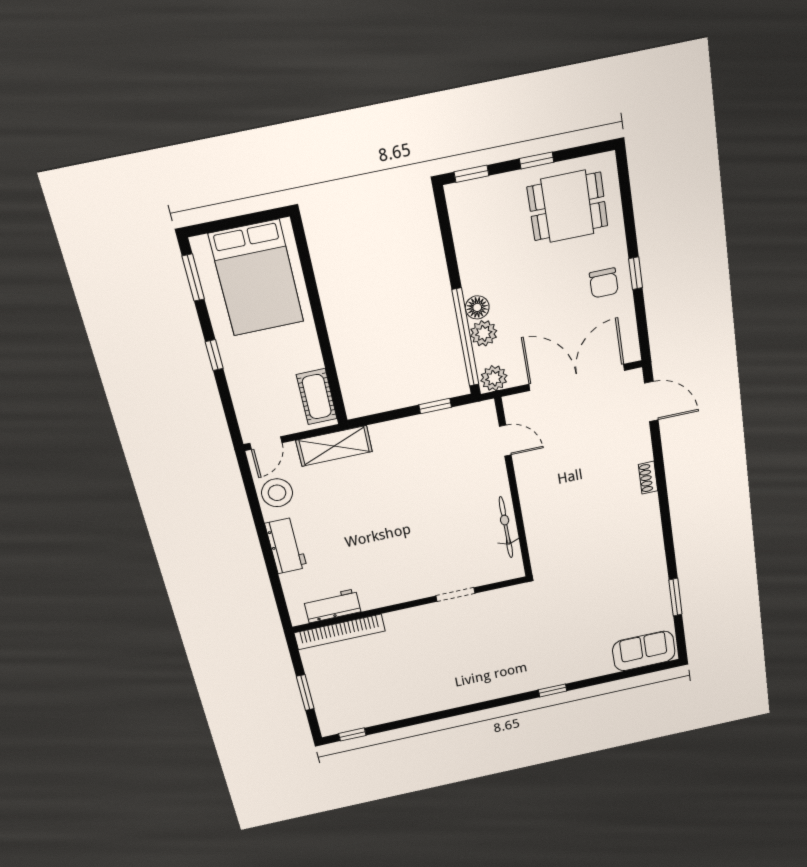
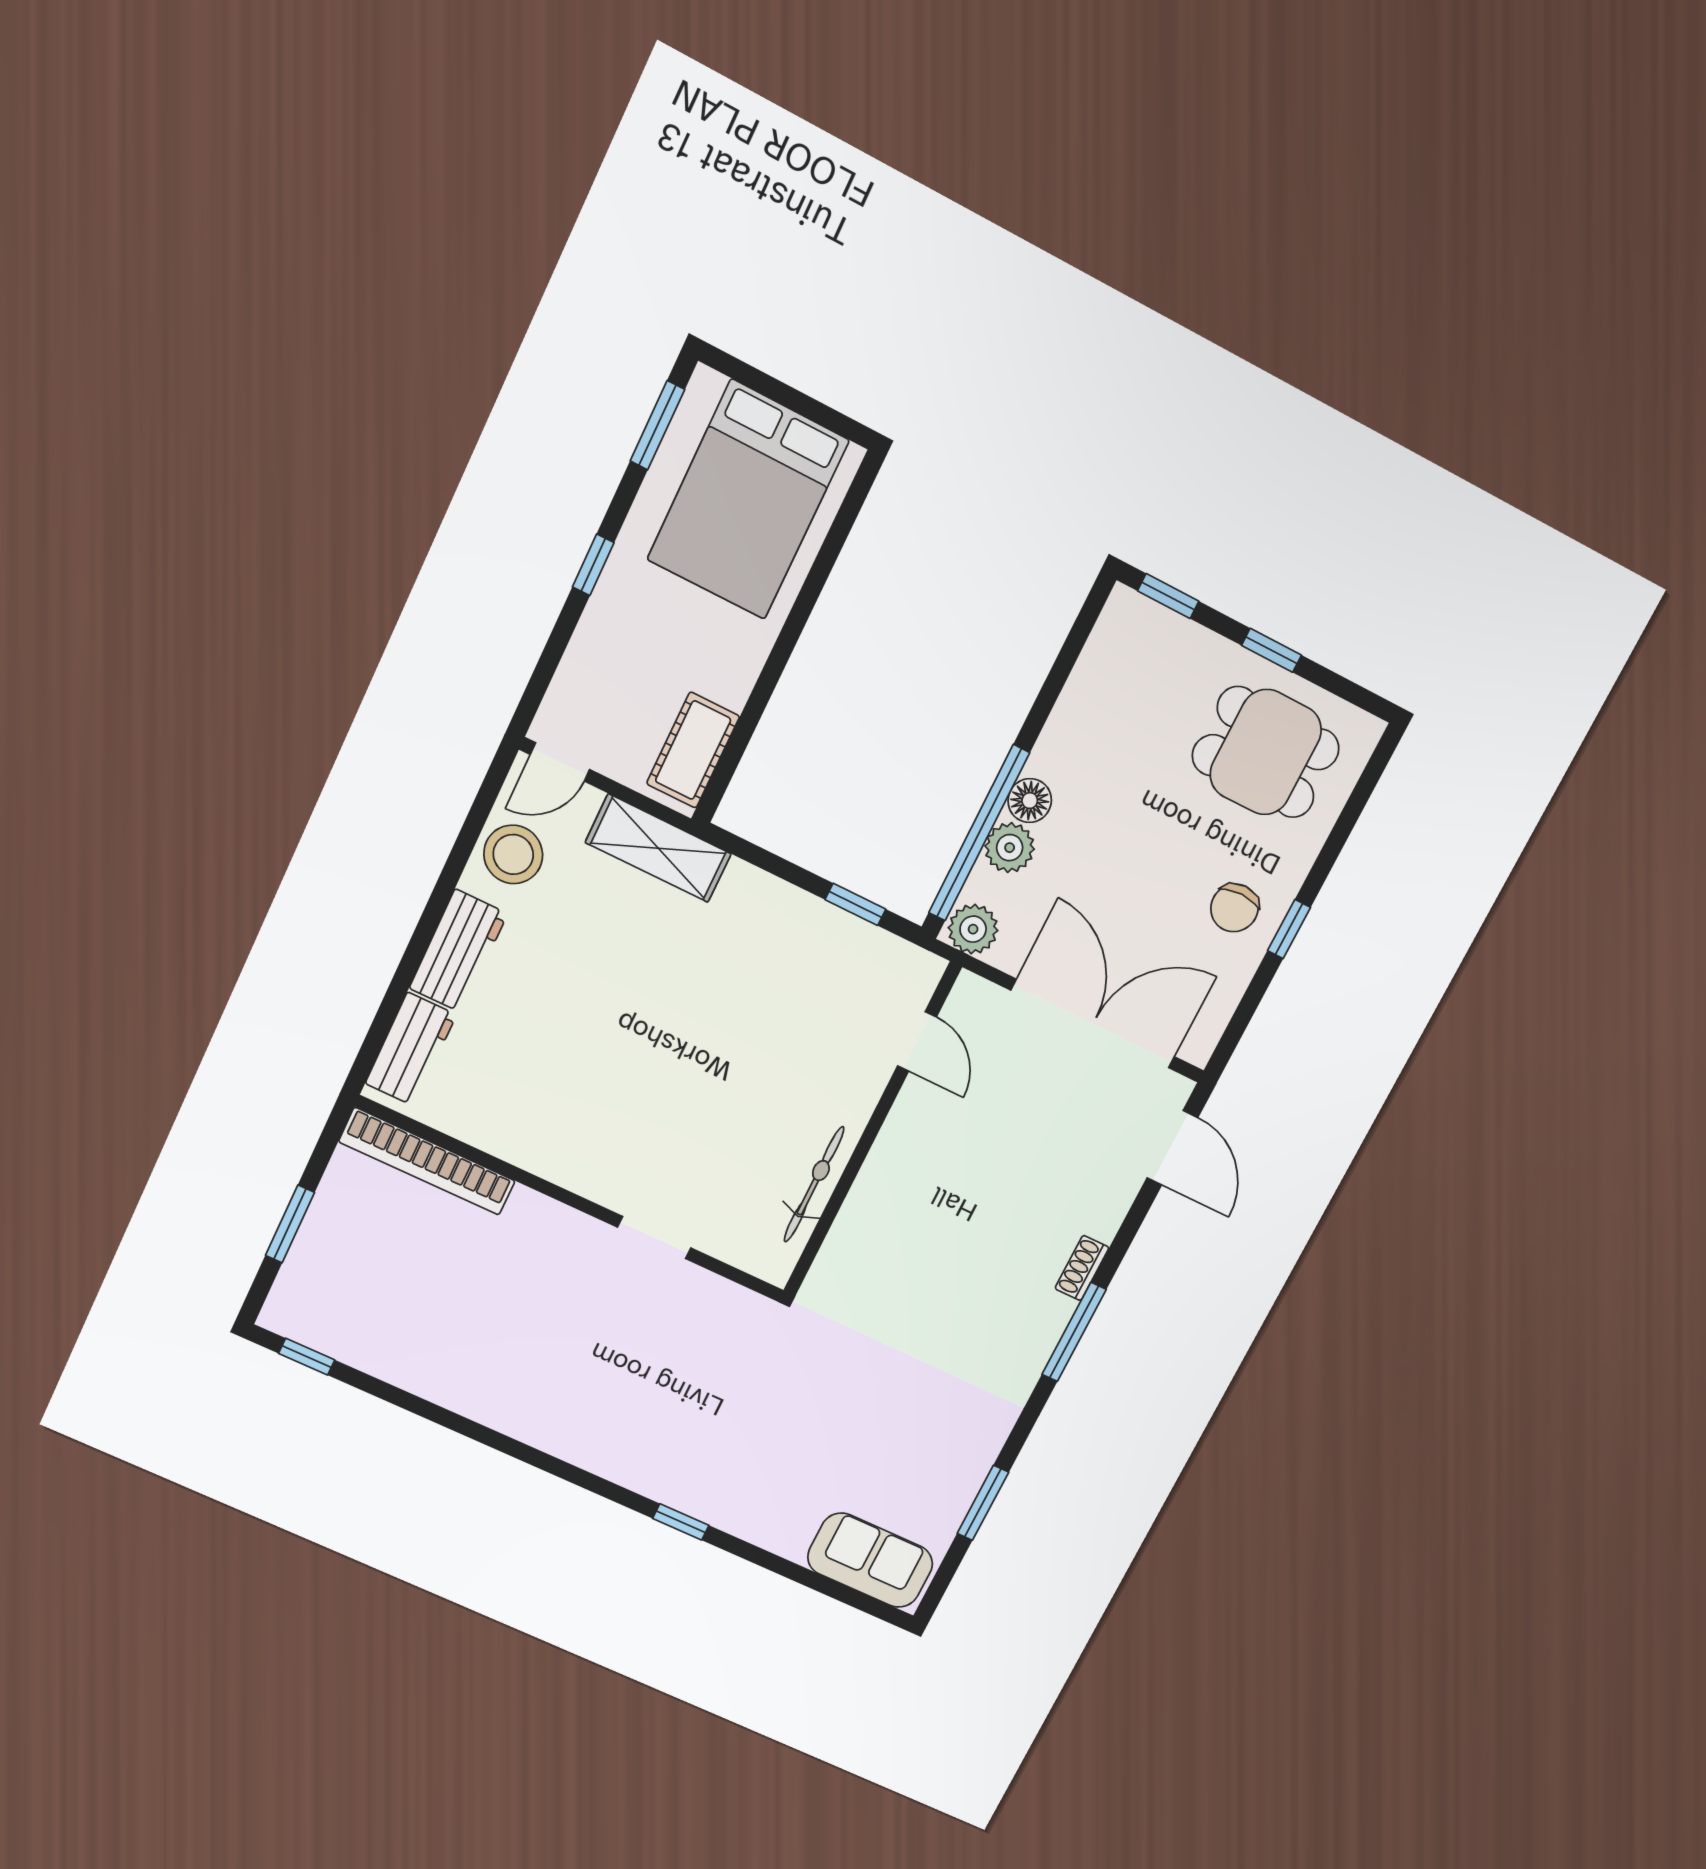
window: (664, 505) -> (1074, 1332), added
workbench: (332, 606) -> (411, 1049), moved, turned 90

